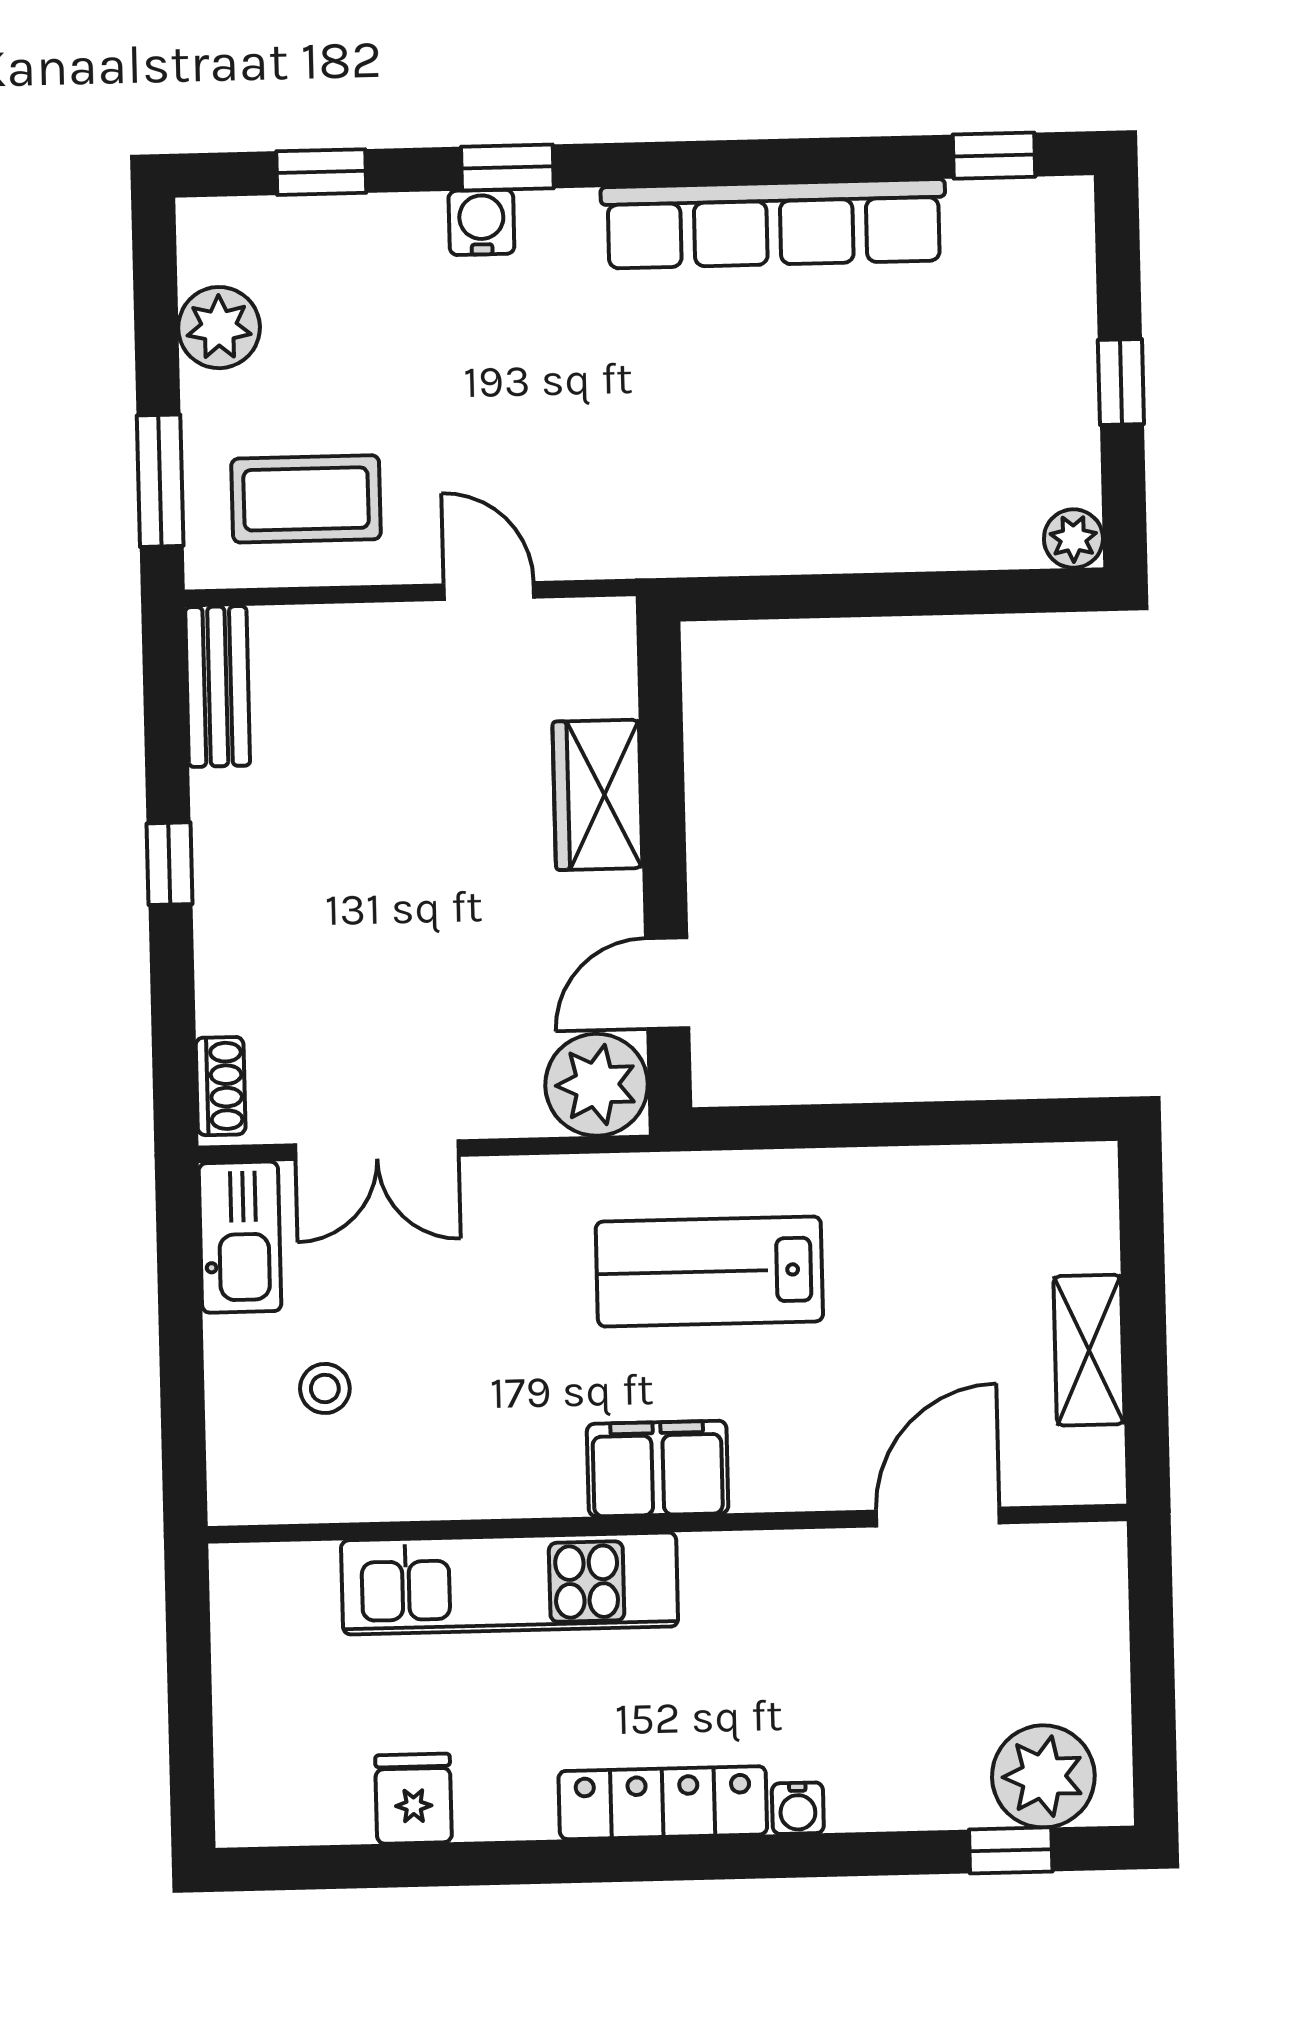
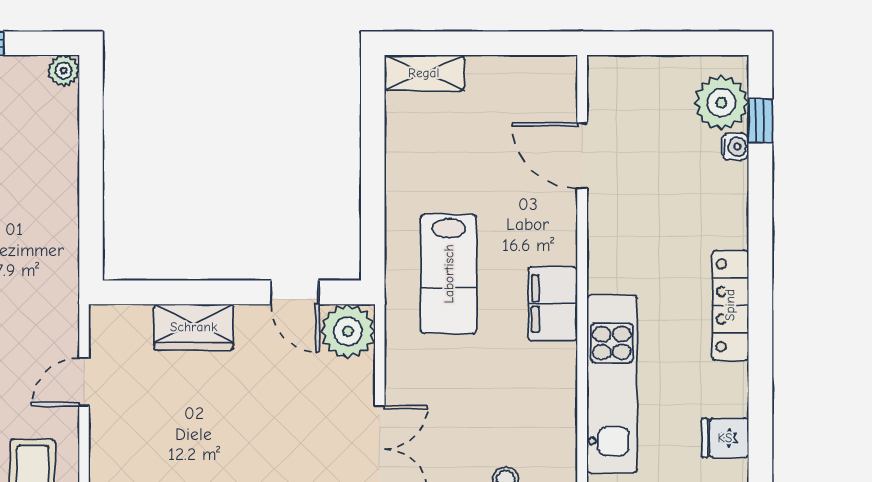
shelving: (1089, 1350) -> (424, 73), moved
water cooler: (798, 1808) -> (735, 147), moved

